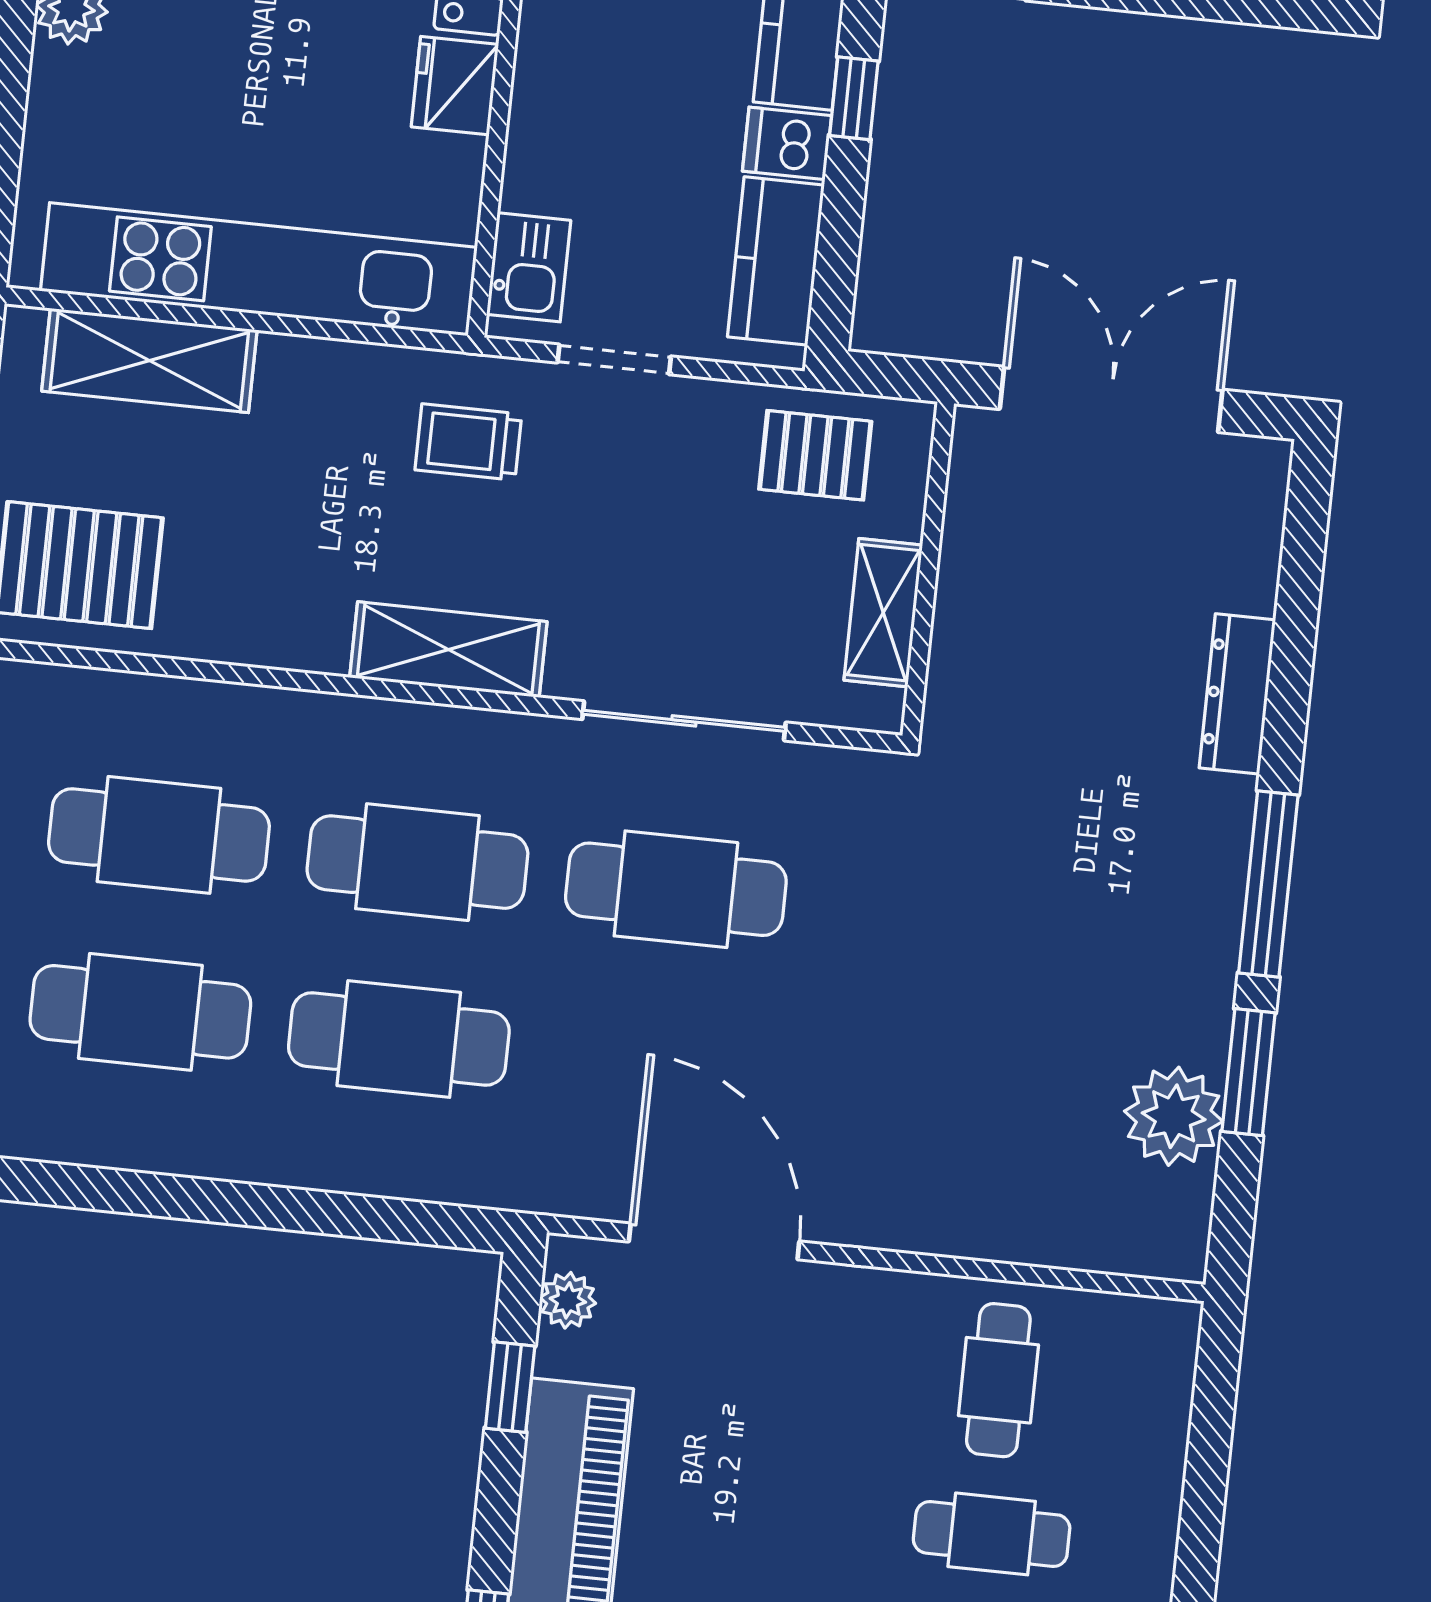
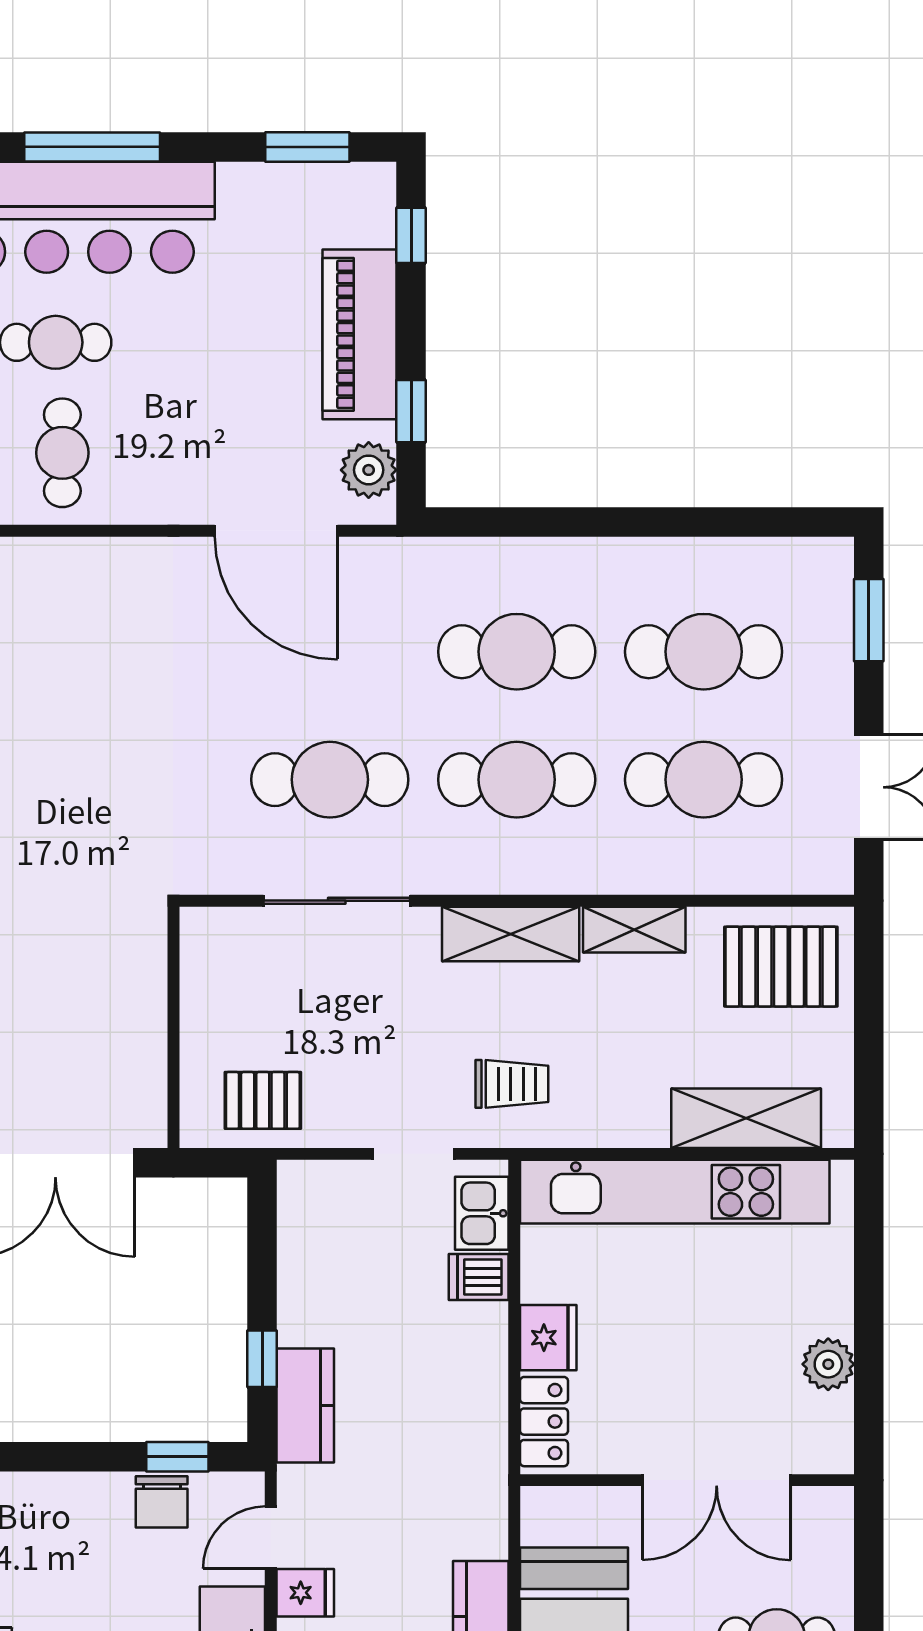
dishwasher: (787, 143) -> (479, 1277), moved, turned 180
kitchen counter: (776, 261) -> (306, 1236), removed
shelving: (883, 613) -> (634, 930), moved, turned 90
plant: (568, 1300) -> (369, 470), width x1.38, depth x1.38

